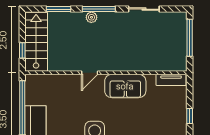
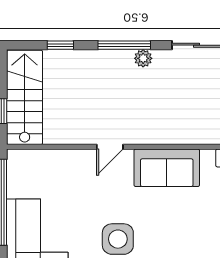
window: (59, 9) -> (60, 45), width x0.67
plant: (91, 17) -> (143, 58), moved

